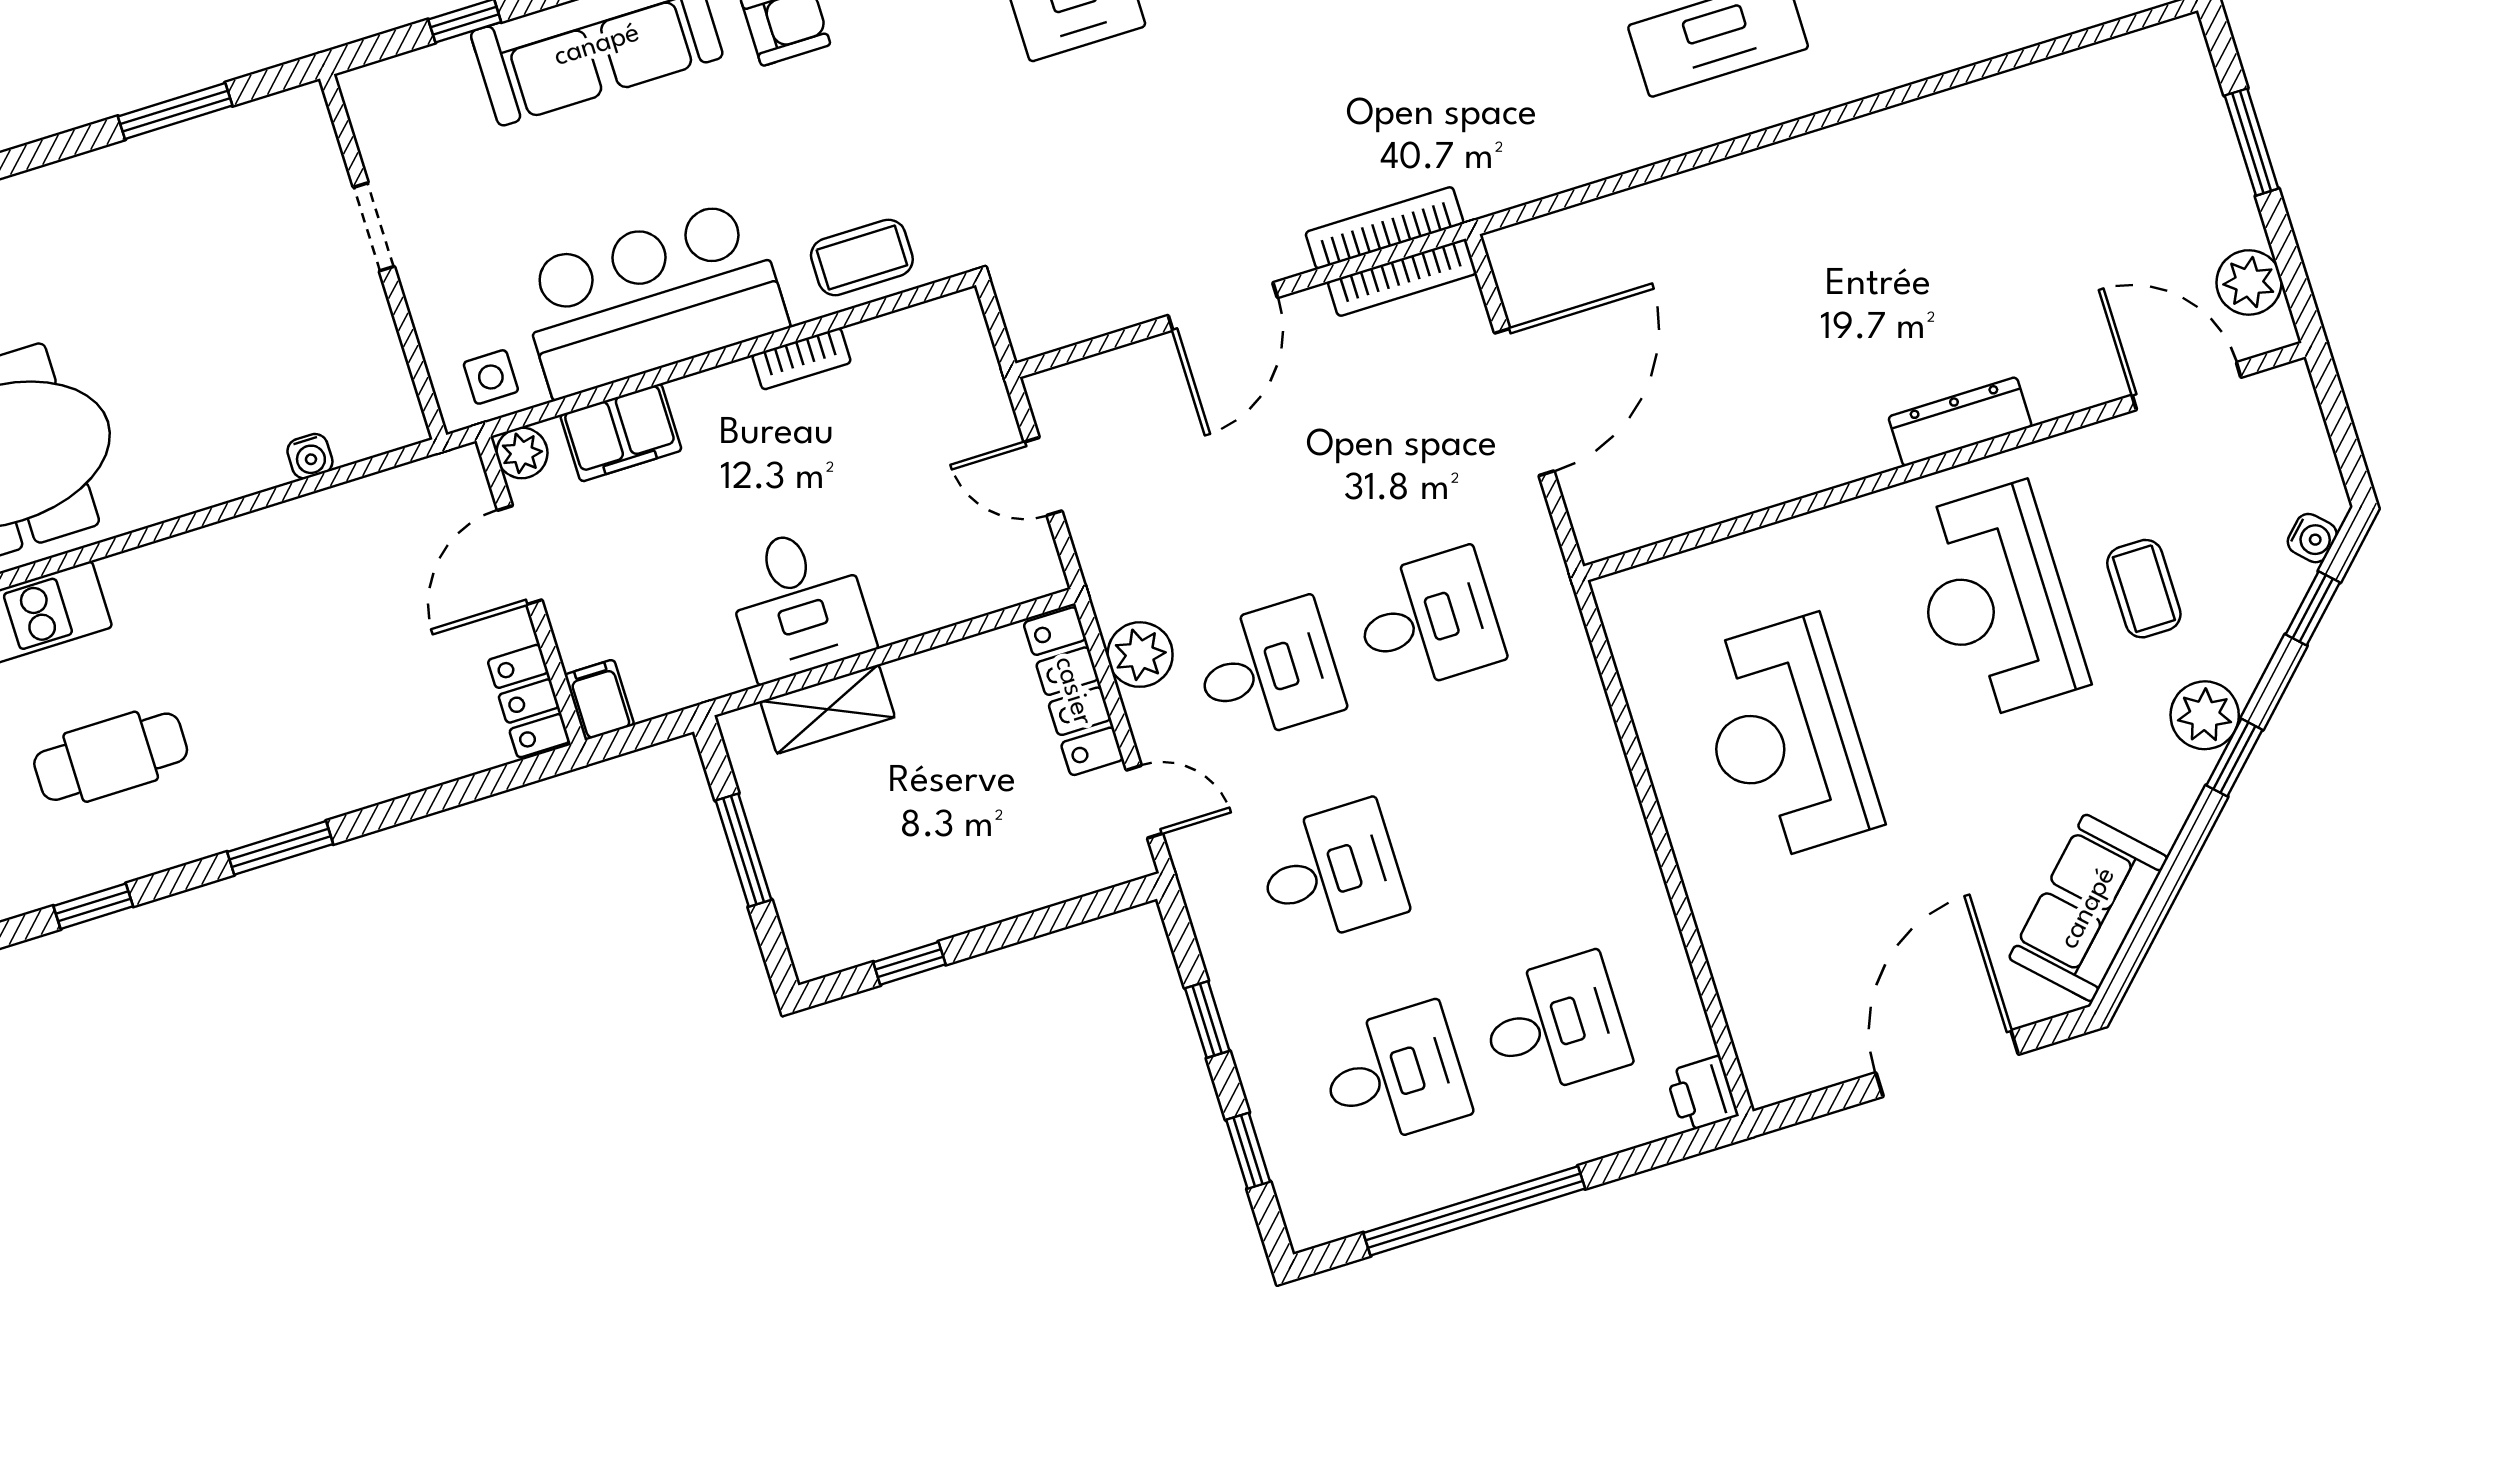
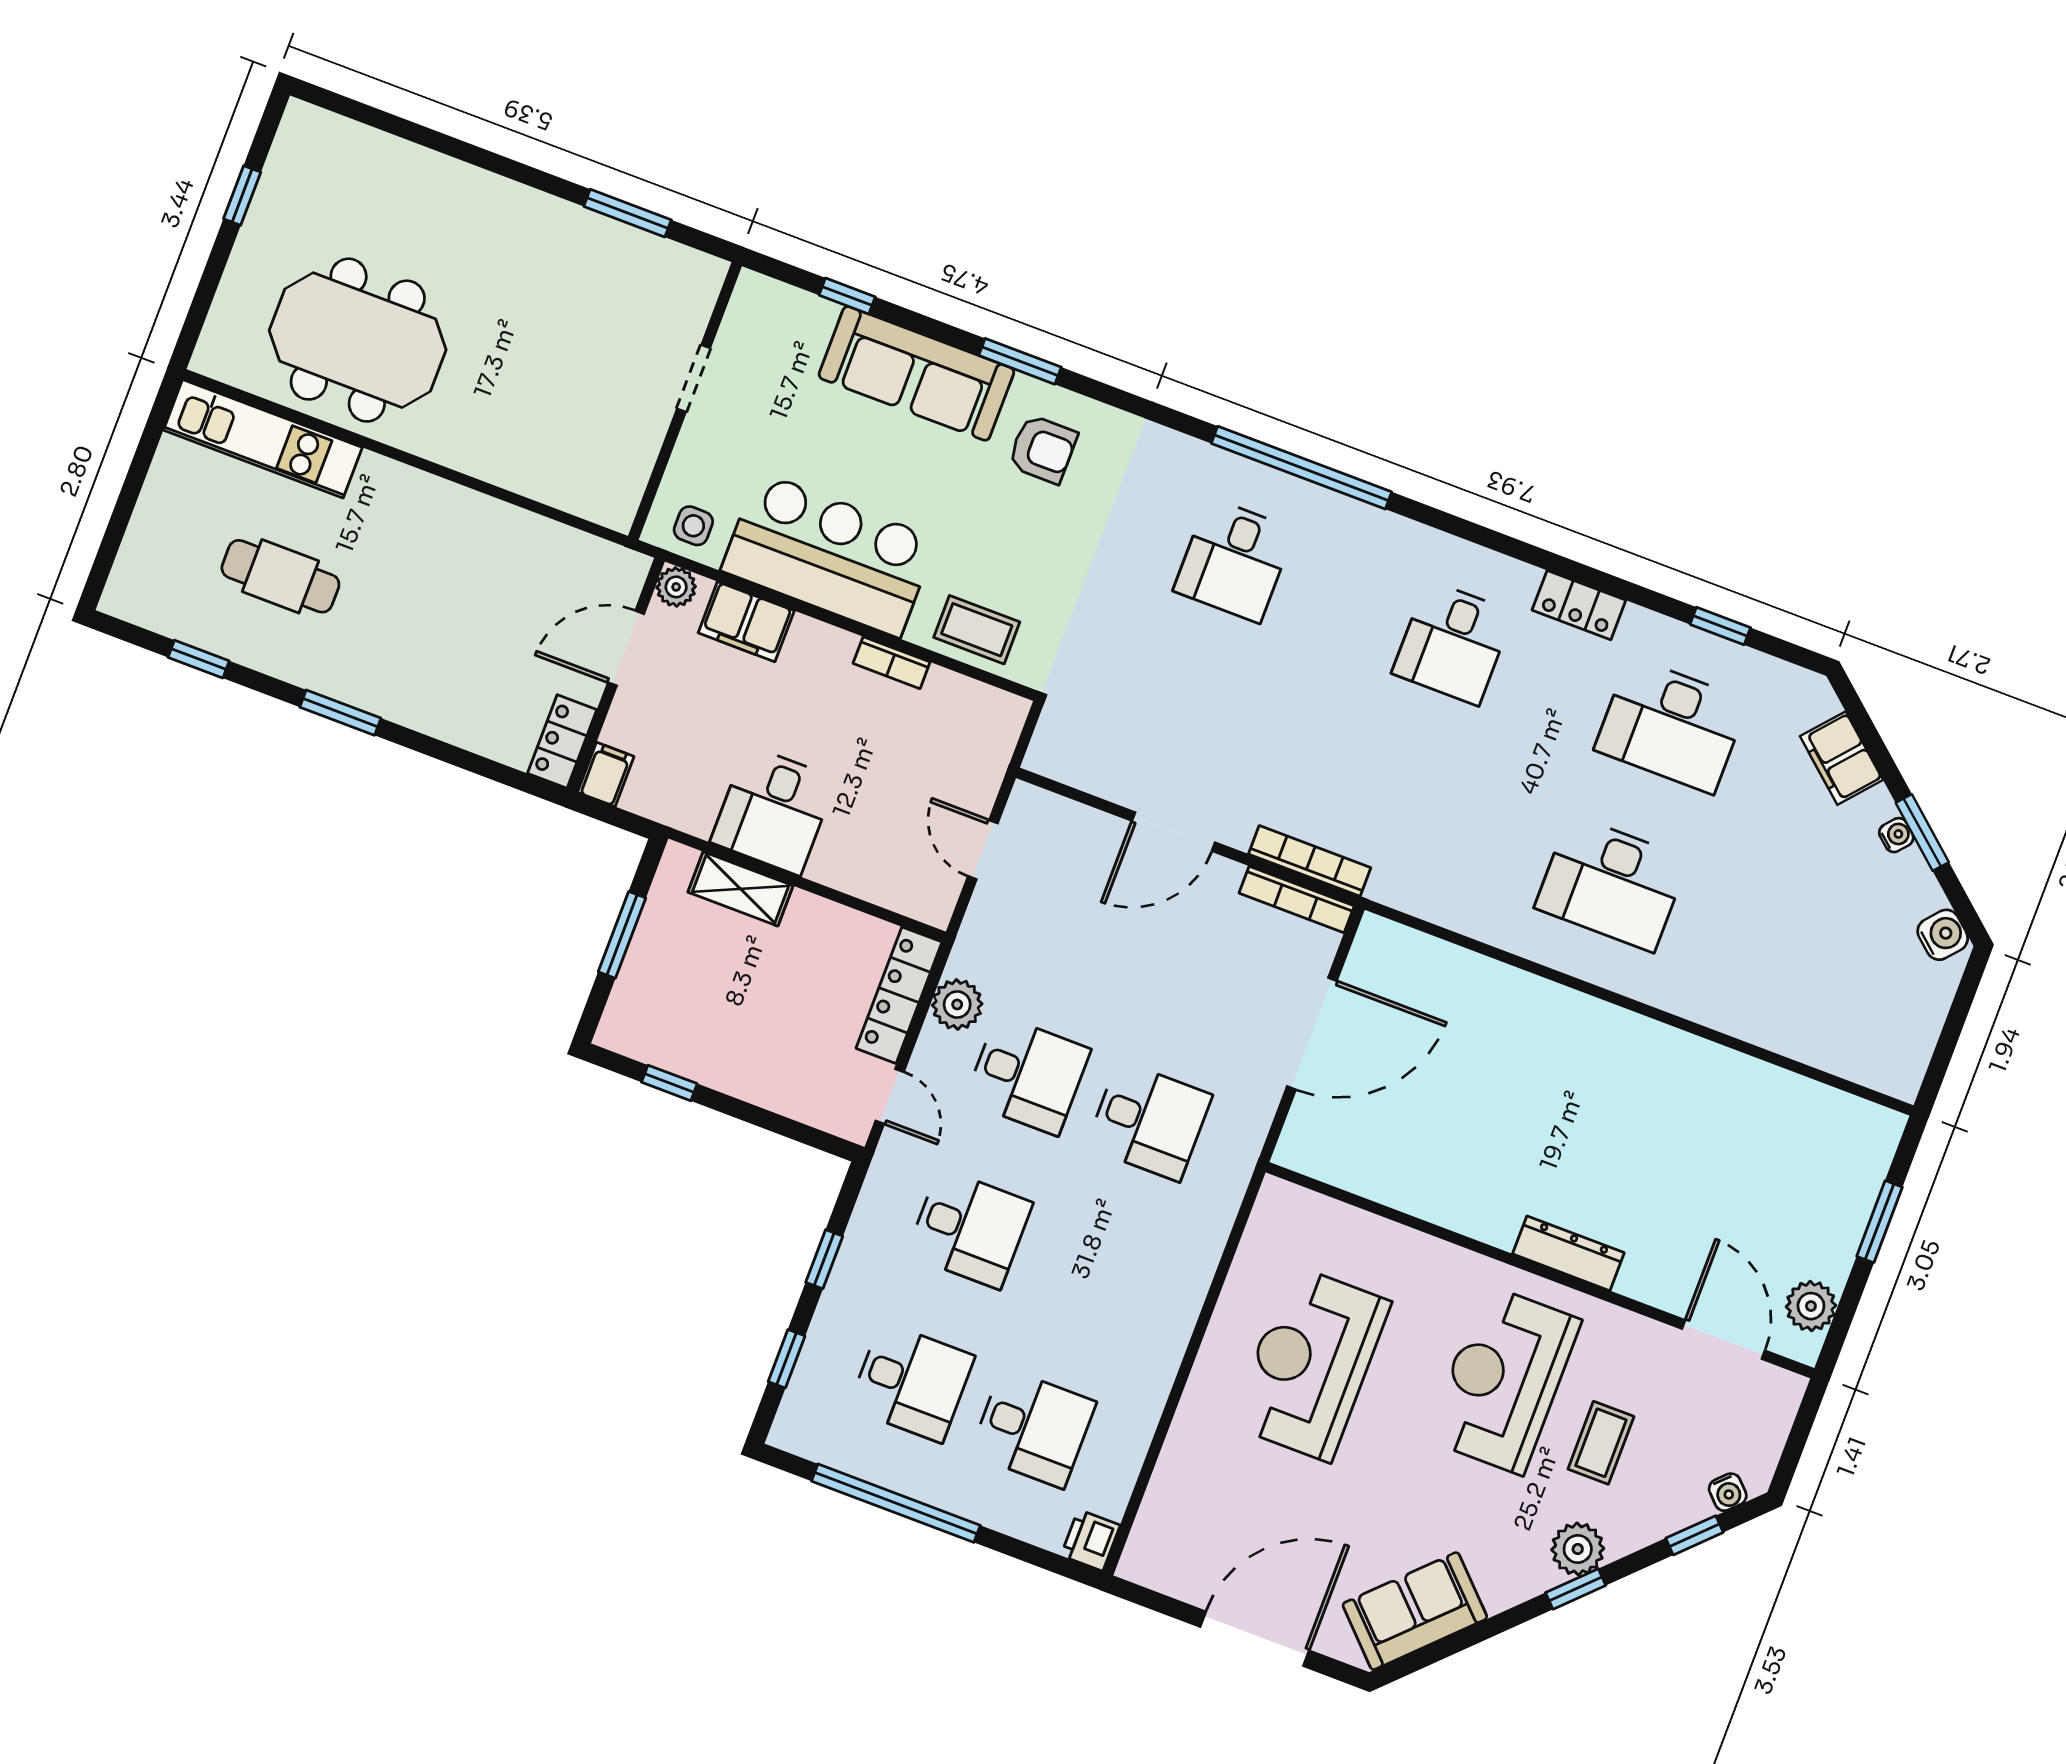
water cooler: (310, 456) -> (545, 488), removed

